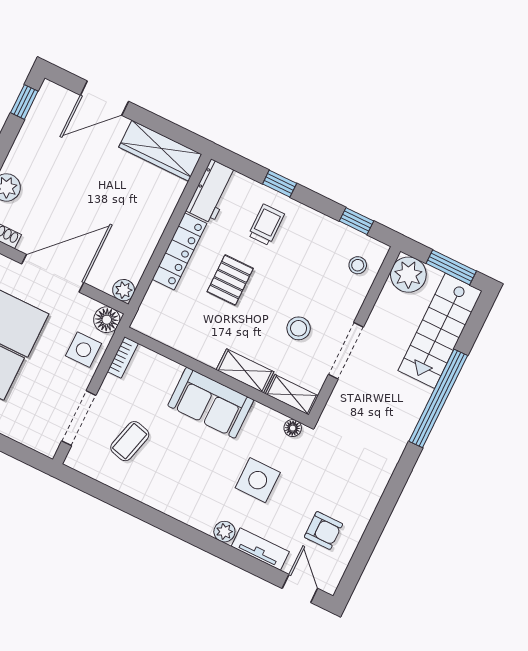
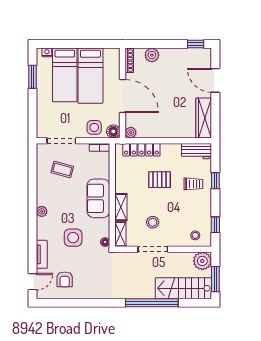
locker: (179, 251) -> (141, 150), moved
plant: (224, 532) -> (42, 211), moved

